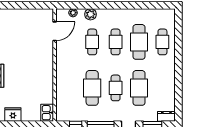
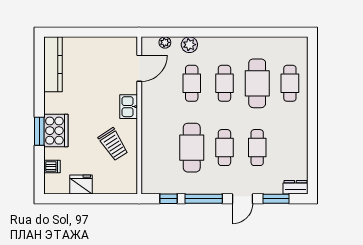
trolley: (36, 86) -> (113, 144), added
cafe table: (139, 88) -> (257, 148), width x0.73, depth x0.74
kitchen sink: (47, 113) -> (129, 107), moved

